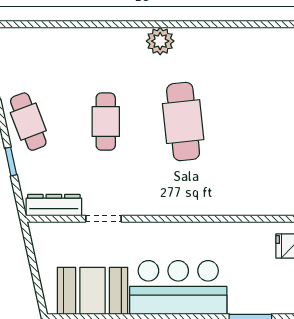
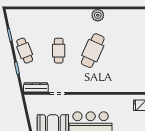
plant: (160, 41) -> (98, 15), moved
cafe table: (183, 122) -> (93, 51), turned 30

